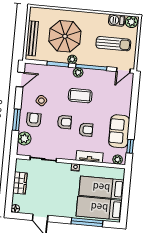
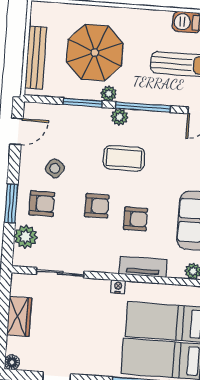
armchair: (34, 120) -> (42, 204), turned 90

